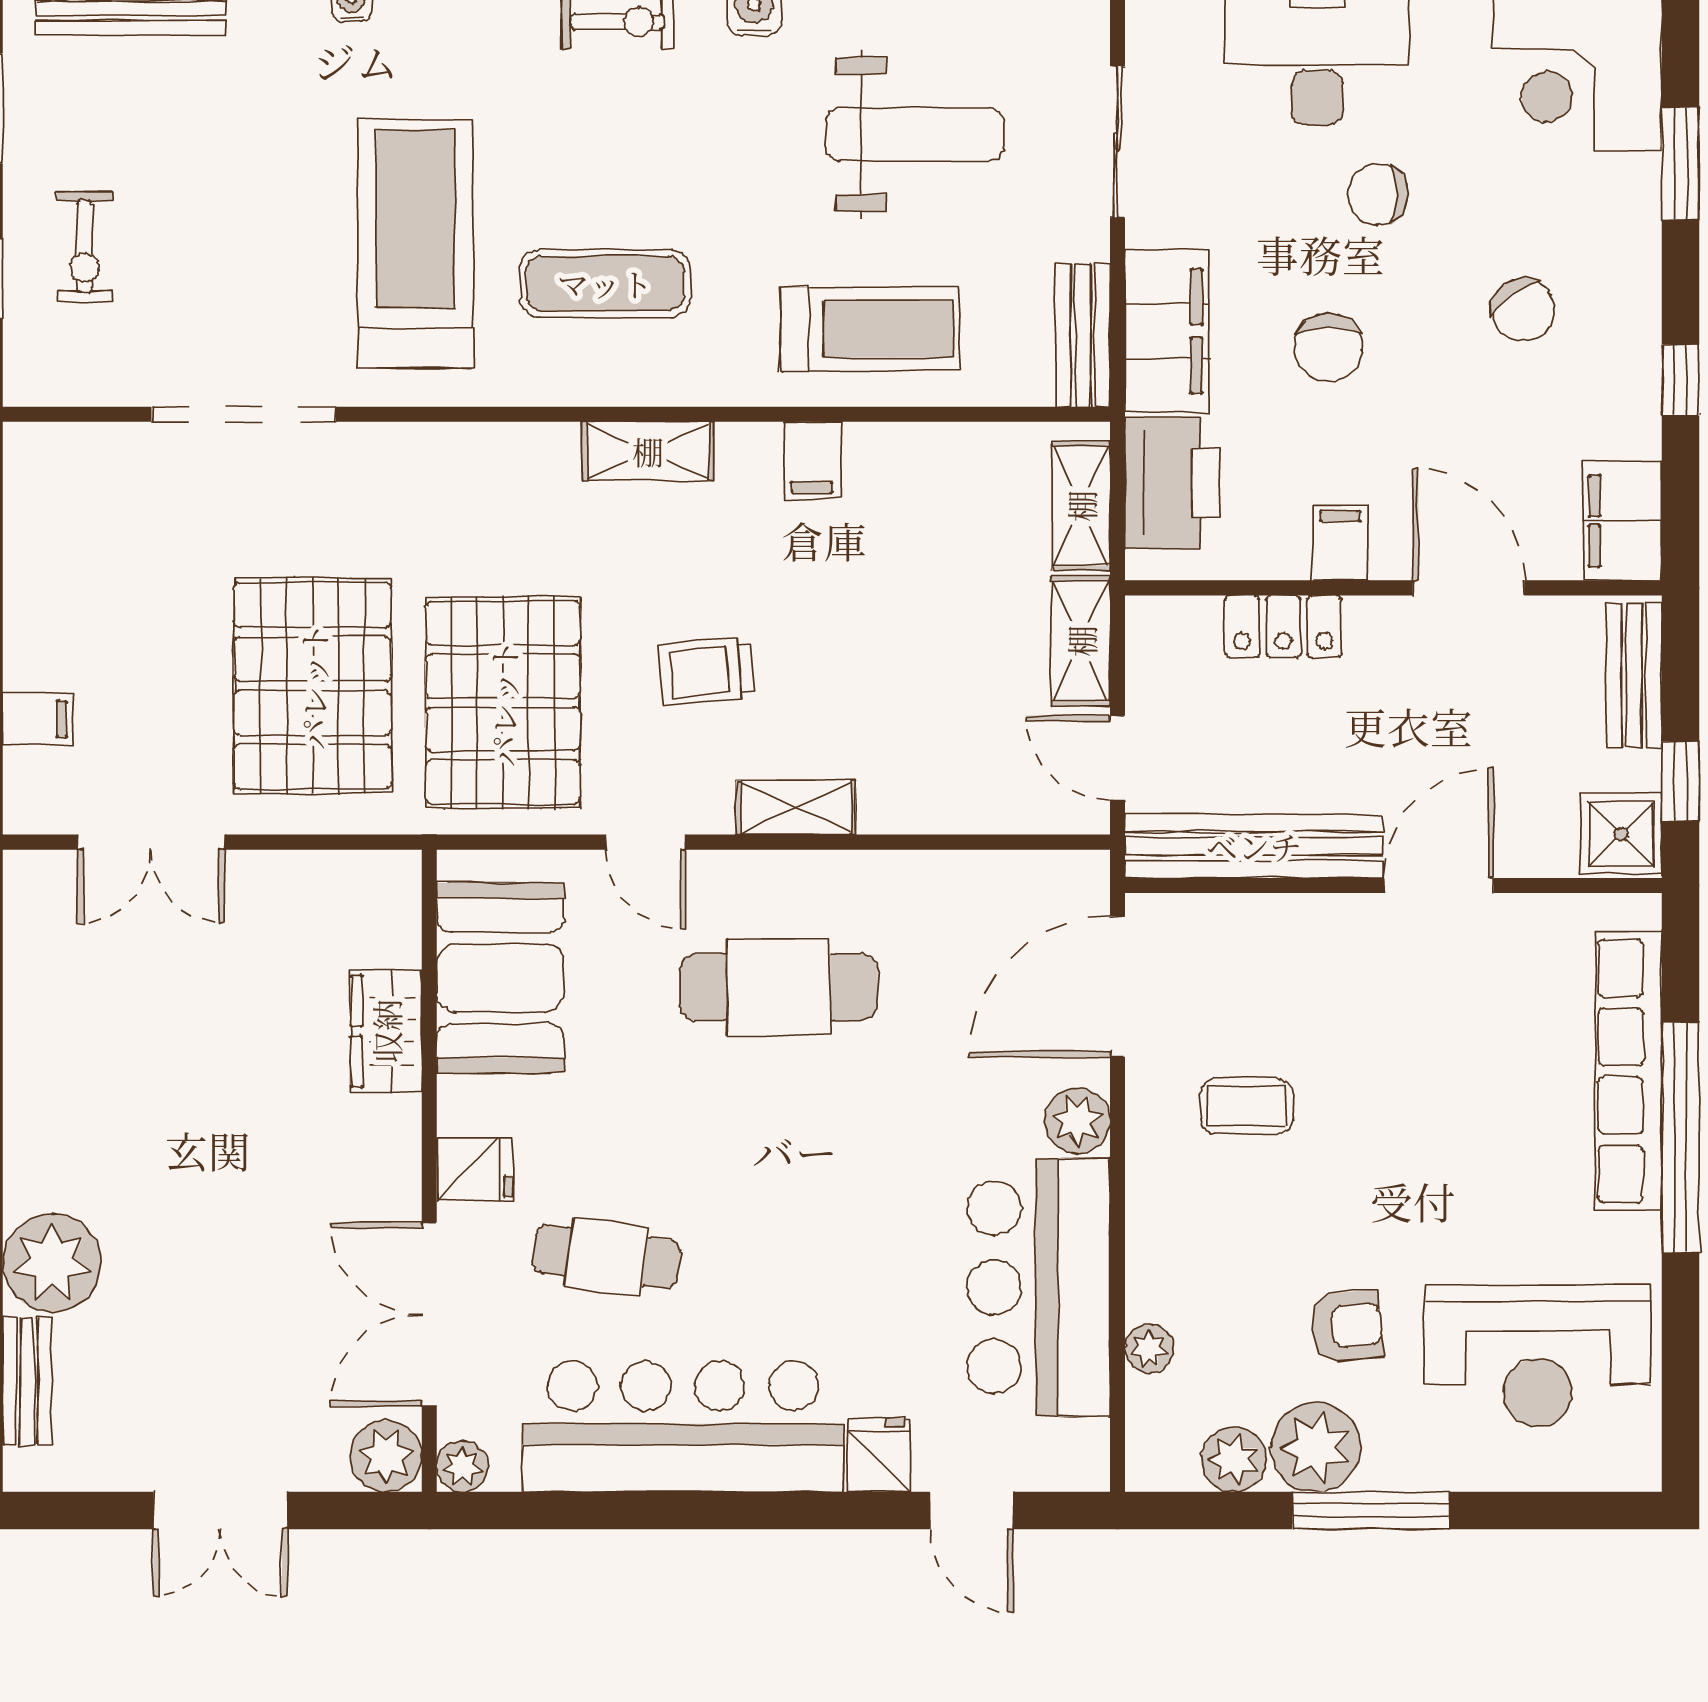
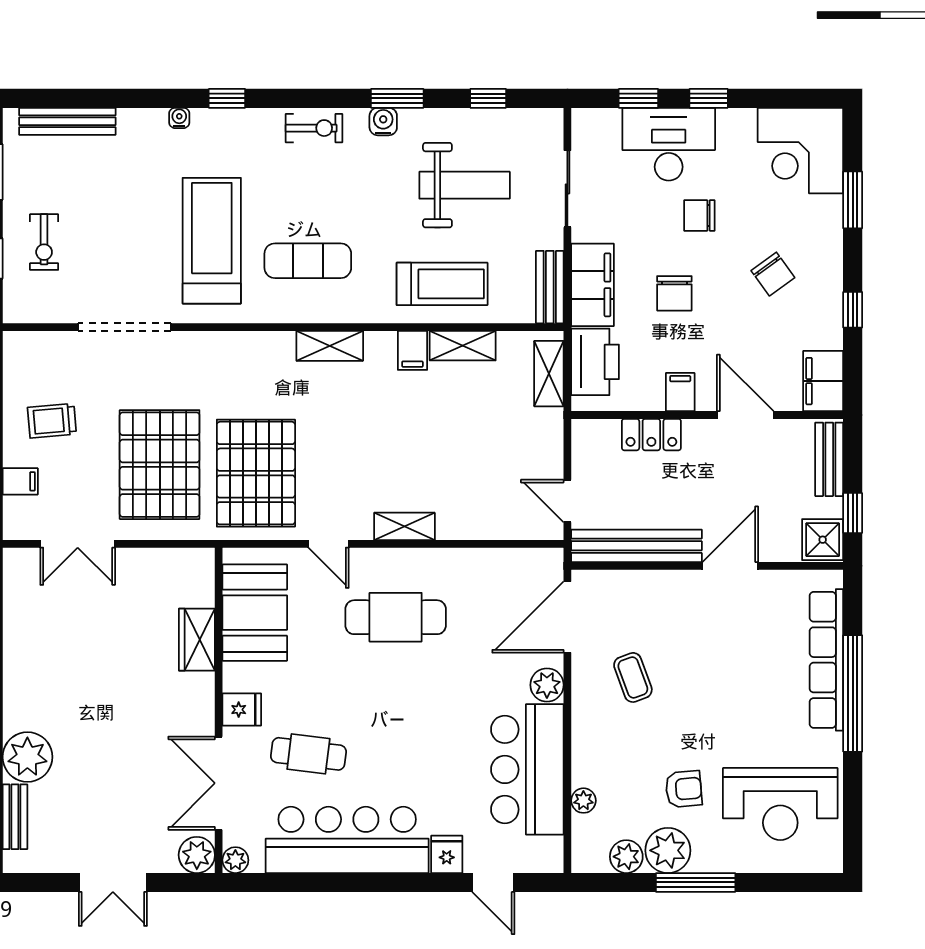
shelving: (1081, 641) -> (463, 346), moved, turned 90
trolley: (706, 671) -> (52, 421), moved
coffee table: (1247, 1106) -> (633, 677), turned 70

